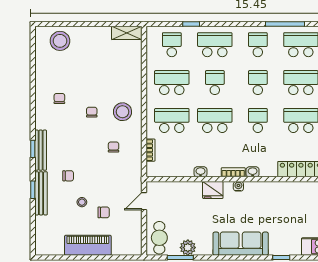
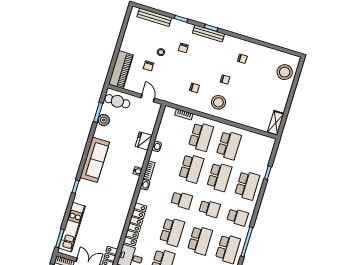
school desk: (172, 45) -> (257, 154), removed
school desk: (215, 83) -> (219, 177), width x1.85
fridge: (213, 190) -> (144, 141), moved
bench: (41, 193) -> (154, 17), moved
piano: (88, 245) -> (121, 70), moved

